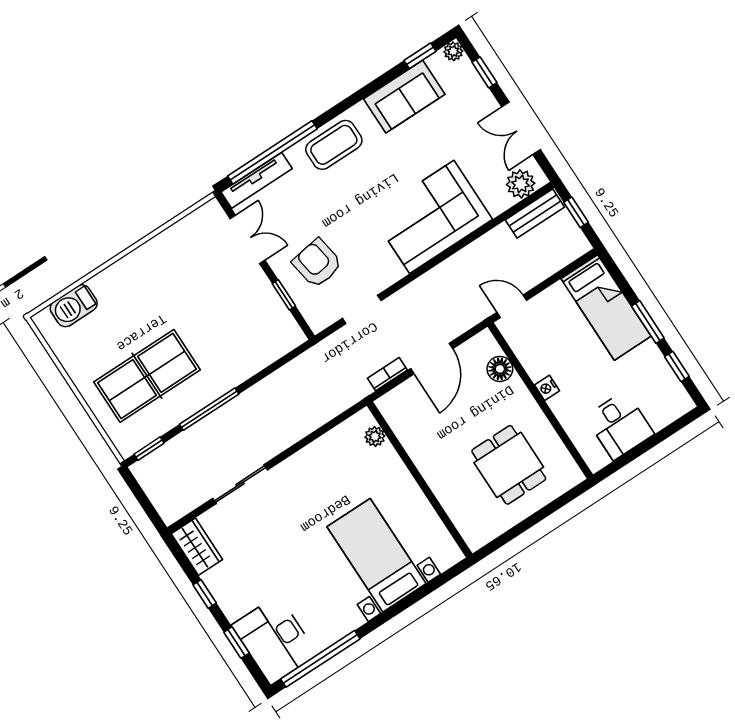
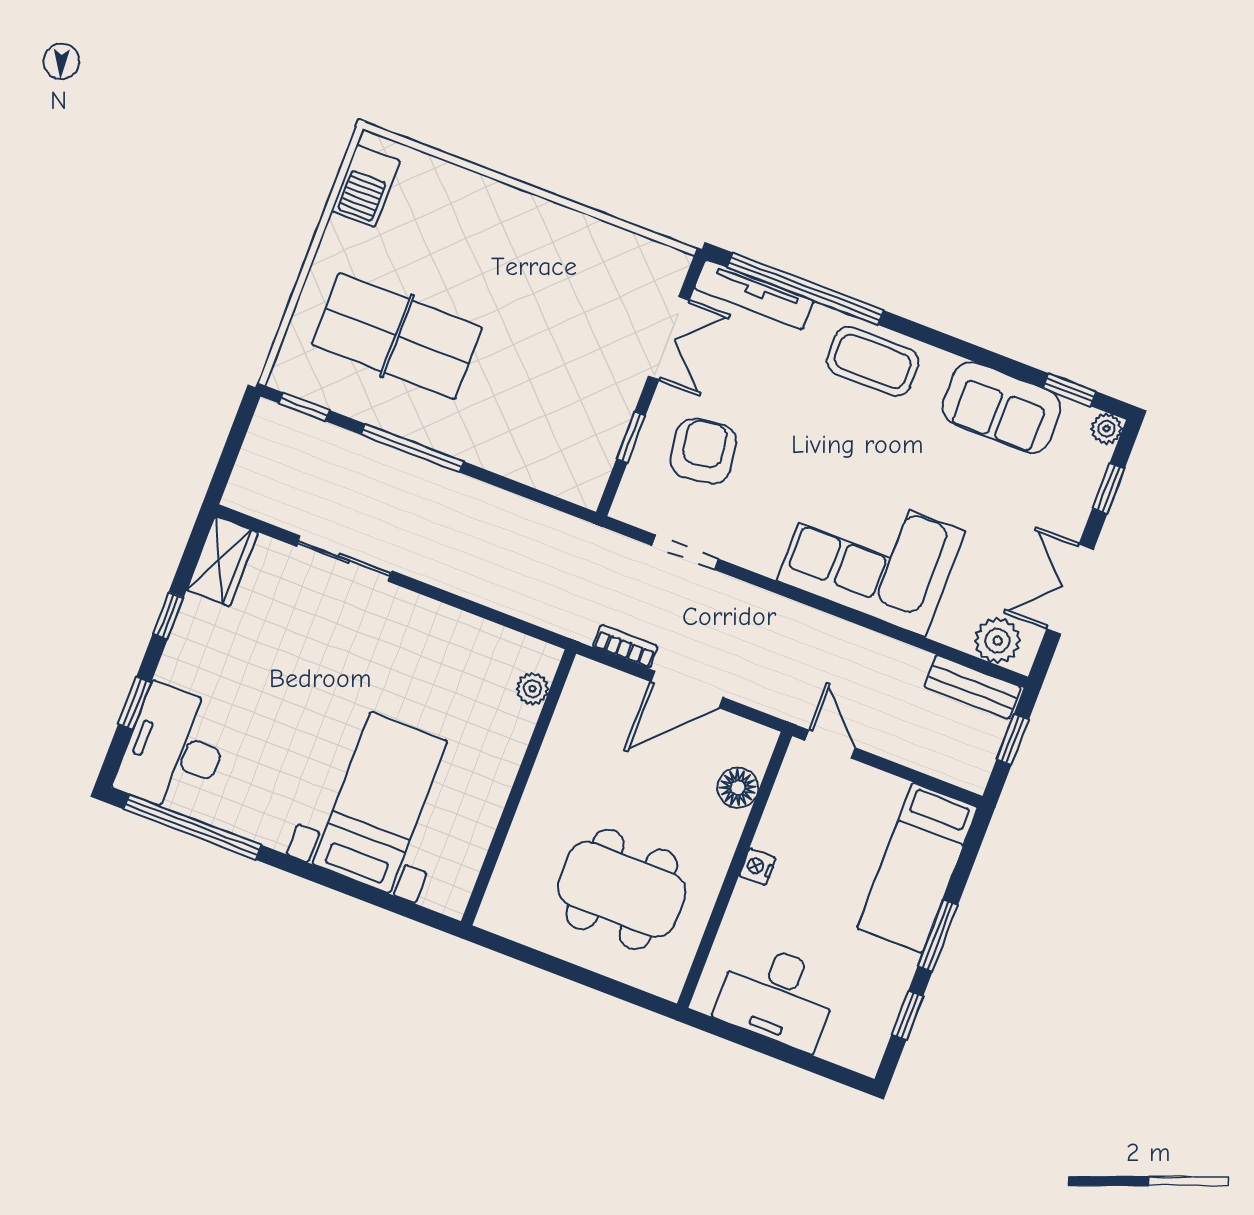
barbecue: (74, 306) -> (366, 186), moved, turned -90
desk: (620, 425) -> (777, 996), width x1.37
dining table: (509, 465) -> (622, 889), width x1.37

